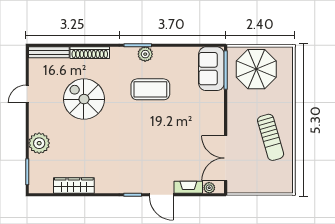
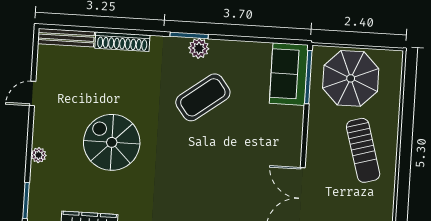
coffee table: (150, 89) -> (203, 97), turned -37
spiral stairs: (84, 99) -> (112, 142), moved
sun lounger: (271, 137) -> (363, 150), moved
plant: (39, 143) -> (39, 155), width x0.53, depth x0.53

